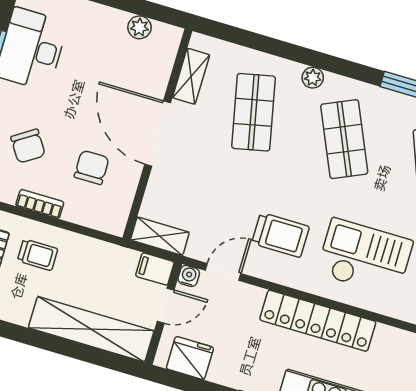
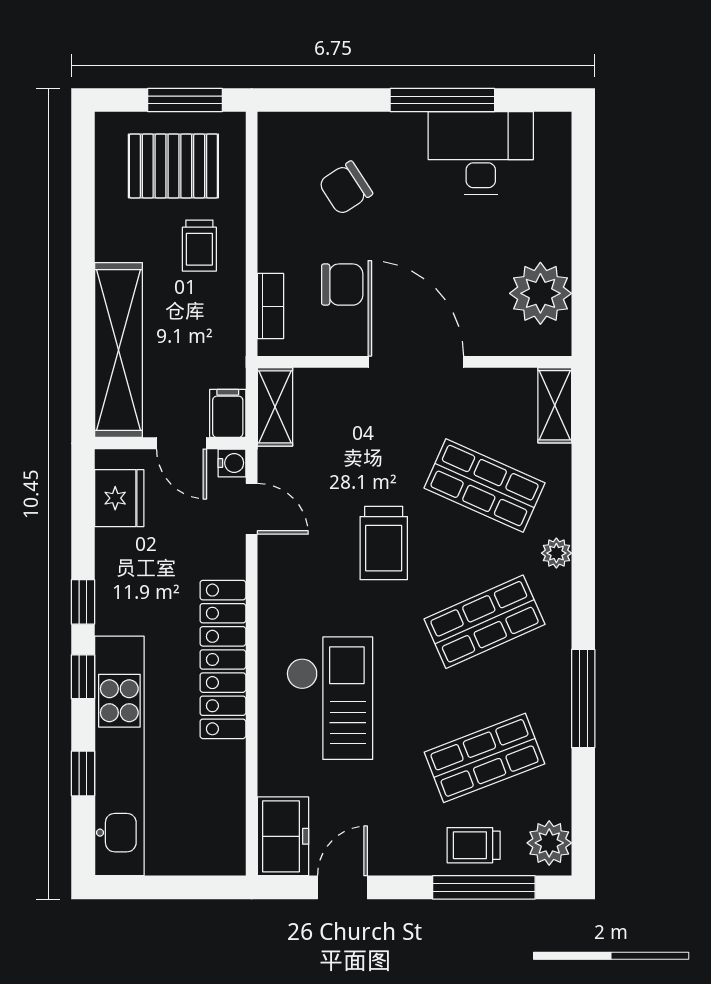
plant: (139, 27) -> (540, 293), width x1.87, depth x1.87
shelving: (191, 76) -> (555, 405), moved, turned 90
shop shelf: (254, 112) -> (485, 485), turned 36
door: (158, 134) -> (416, 362), hinge flipped
bookcase: (40, 204) -> (270, 306), moved
trolley: (280, 235) -> (384, 543), moved

